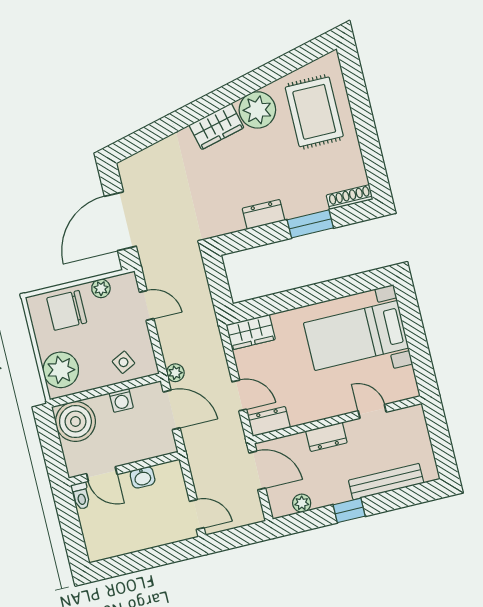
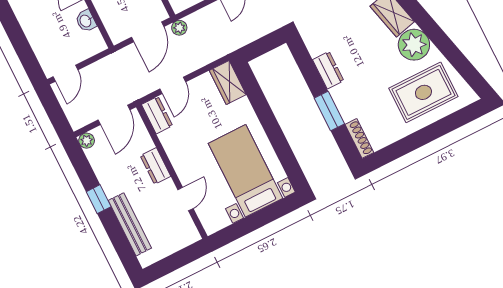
plant: (302, 503) -> (87, 141), moved

